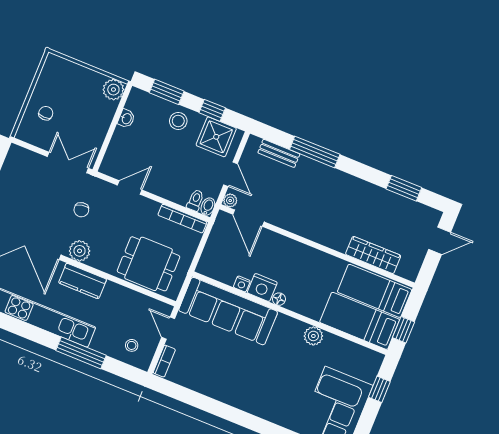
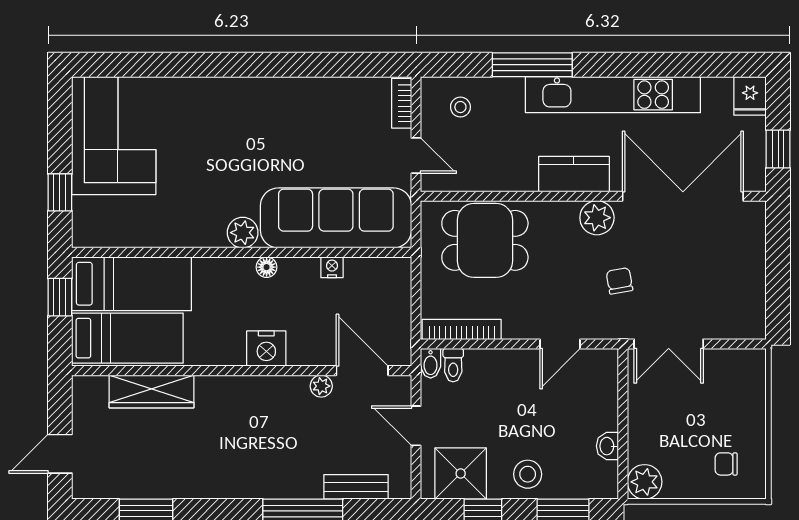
chair: (46, 113) -> (726, 464), moved, turned 90
plant: (230, 200) -> (321, 386), moved
nightstand: (262, 287) -> (266, 349), moved, turned 180
plant: (313, 336) -> (243, 233), moved

